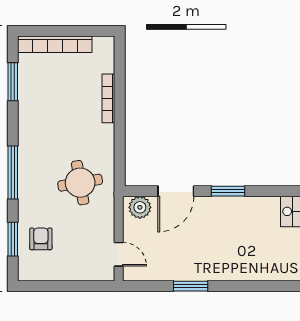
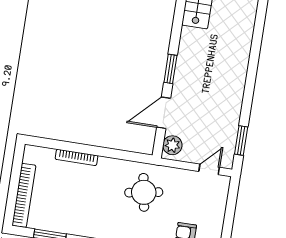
door: (176, 191) -> (164, 113), swing flipped
window: (191, 286) -> (241, 141), moved

